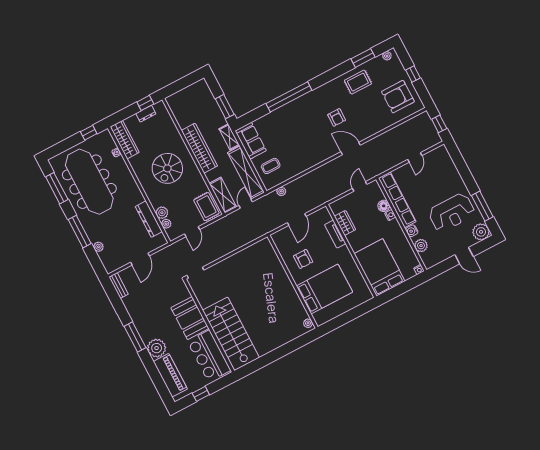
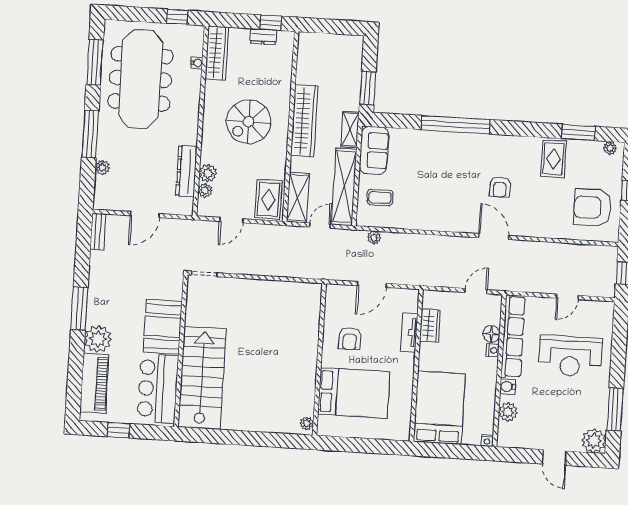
rug: (358, 82) -> (553, 159), turned 90
reception desk: (452, 213) -> (570, 356), moved

